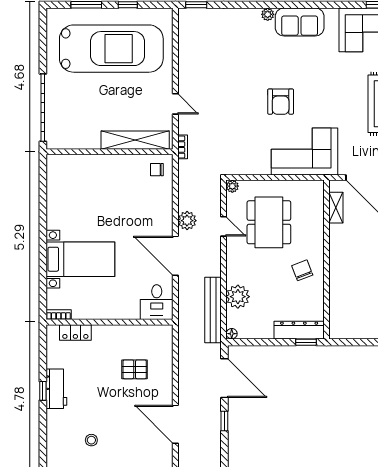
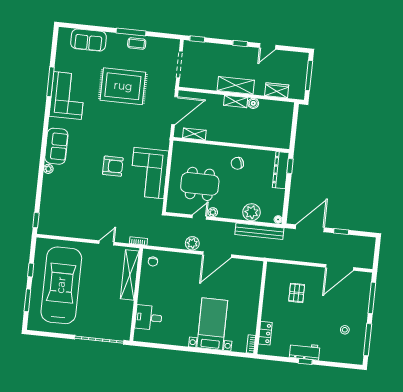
corner sofa: (305, 152) -> (149, 173), moved
plant: (232, 186) -> (213, 212), moved
desk: (157, 302) -> (149, 318), moved, turned 180

